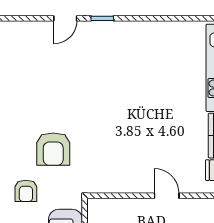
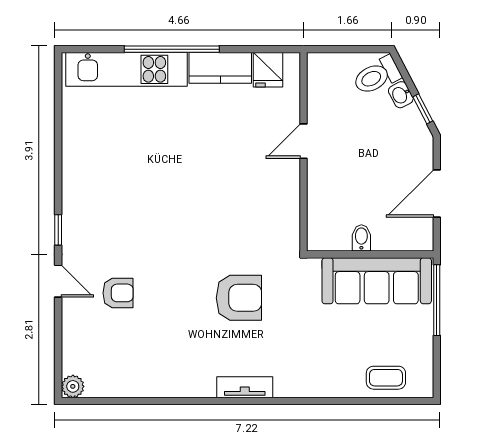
armchair: (26, 191) -> (118, 293), moved

